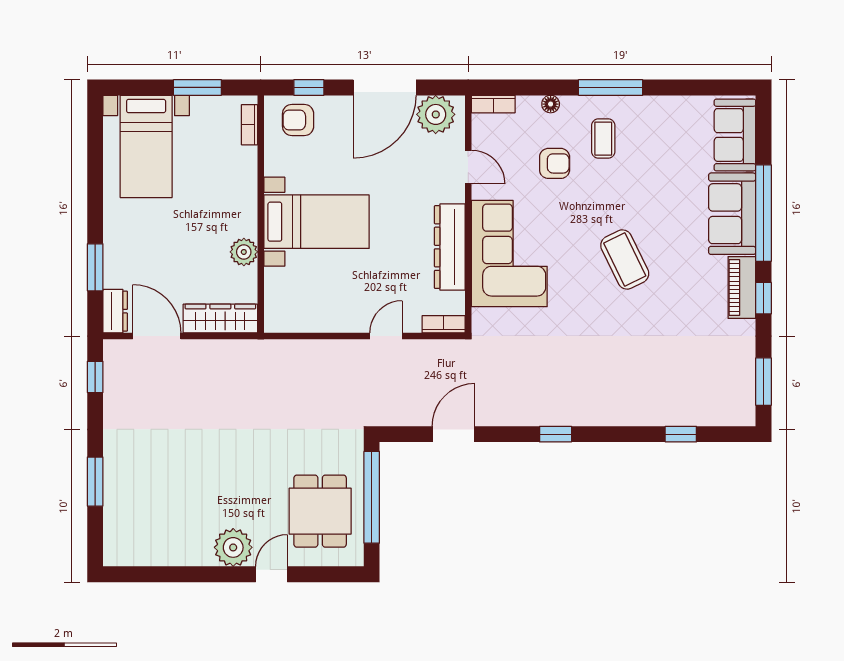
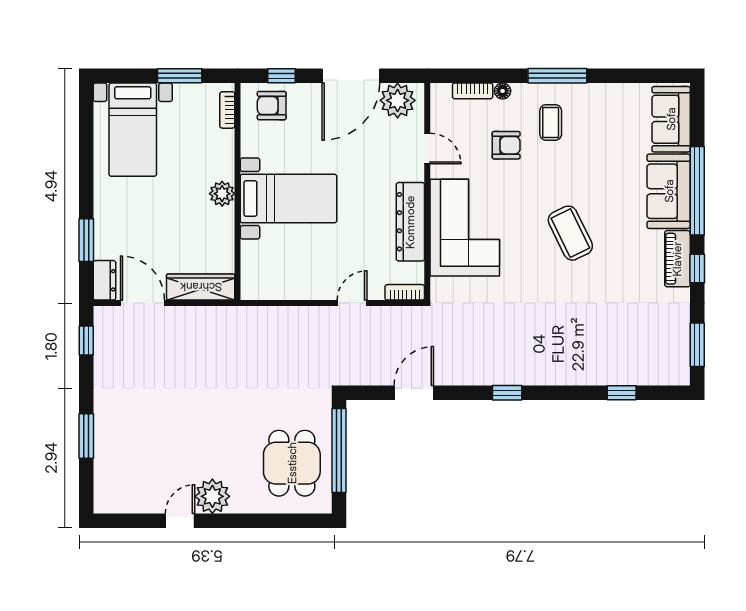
bookcase: (493, 104) -> (473, 91), moved
plant: (244, 252) -> (222, 194), moved
door: (271, 574) -> (180, 521), moved

